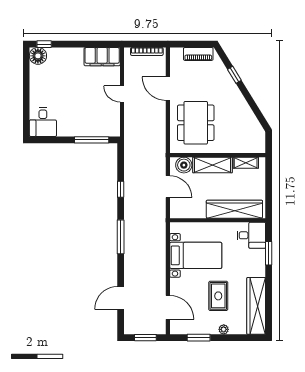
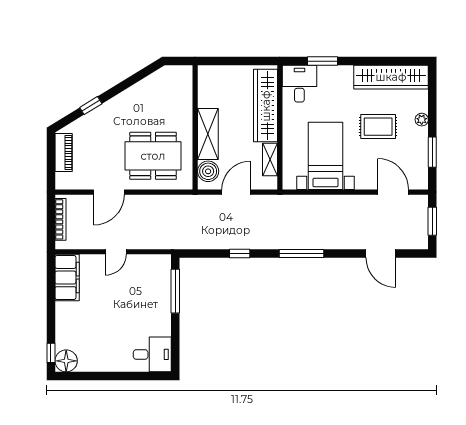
shelving: (246, 163) -> (270, 160), moved
door: (168, 307) -> (393, 192), hinge flipped

